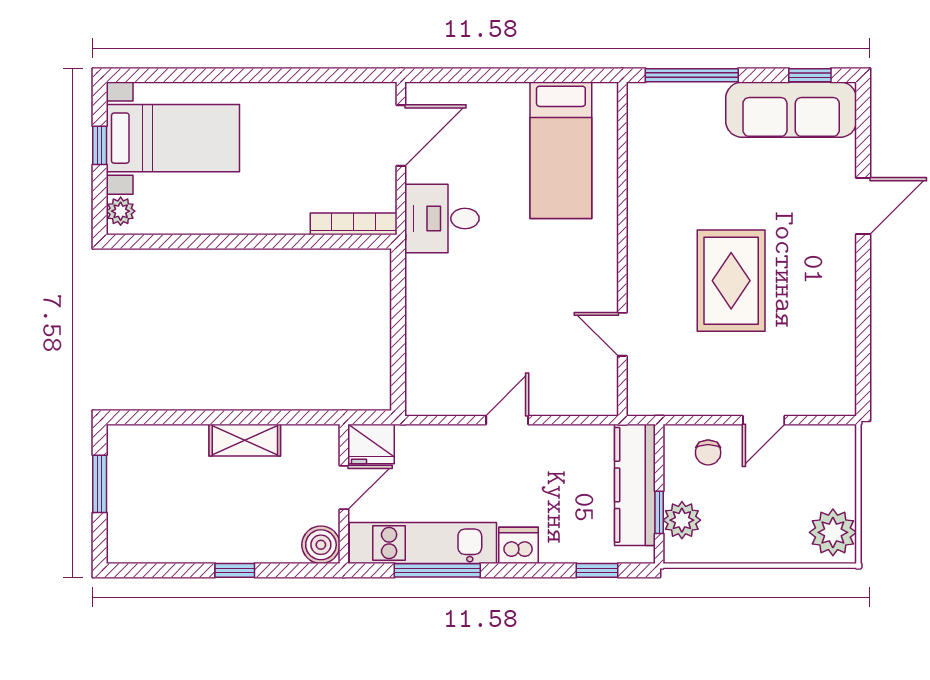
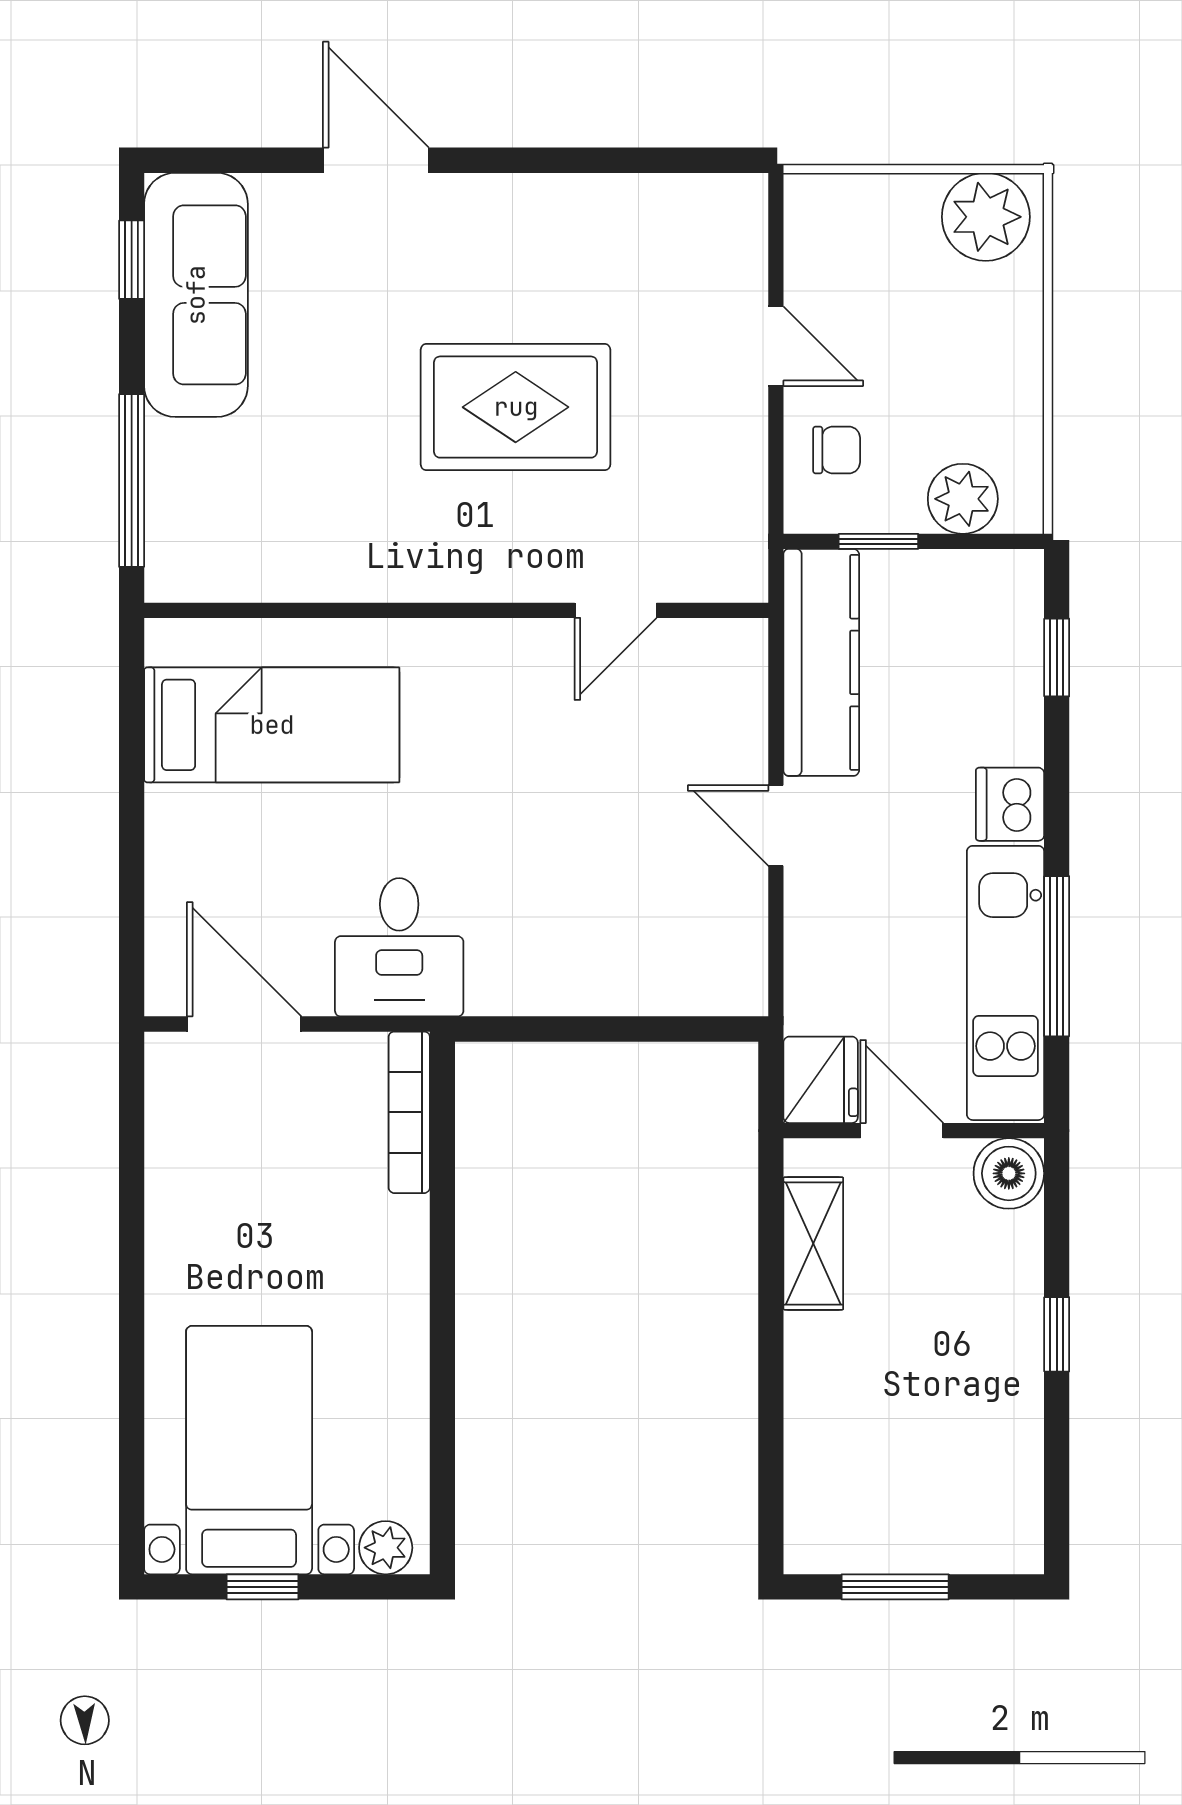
shelving: (245, 440) -> (813, 1243), moved
kitchen counter: (635, 485) -> (821, 662), moved, turned -90
window: (659, 512) -> (878, 541), moved

